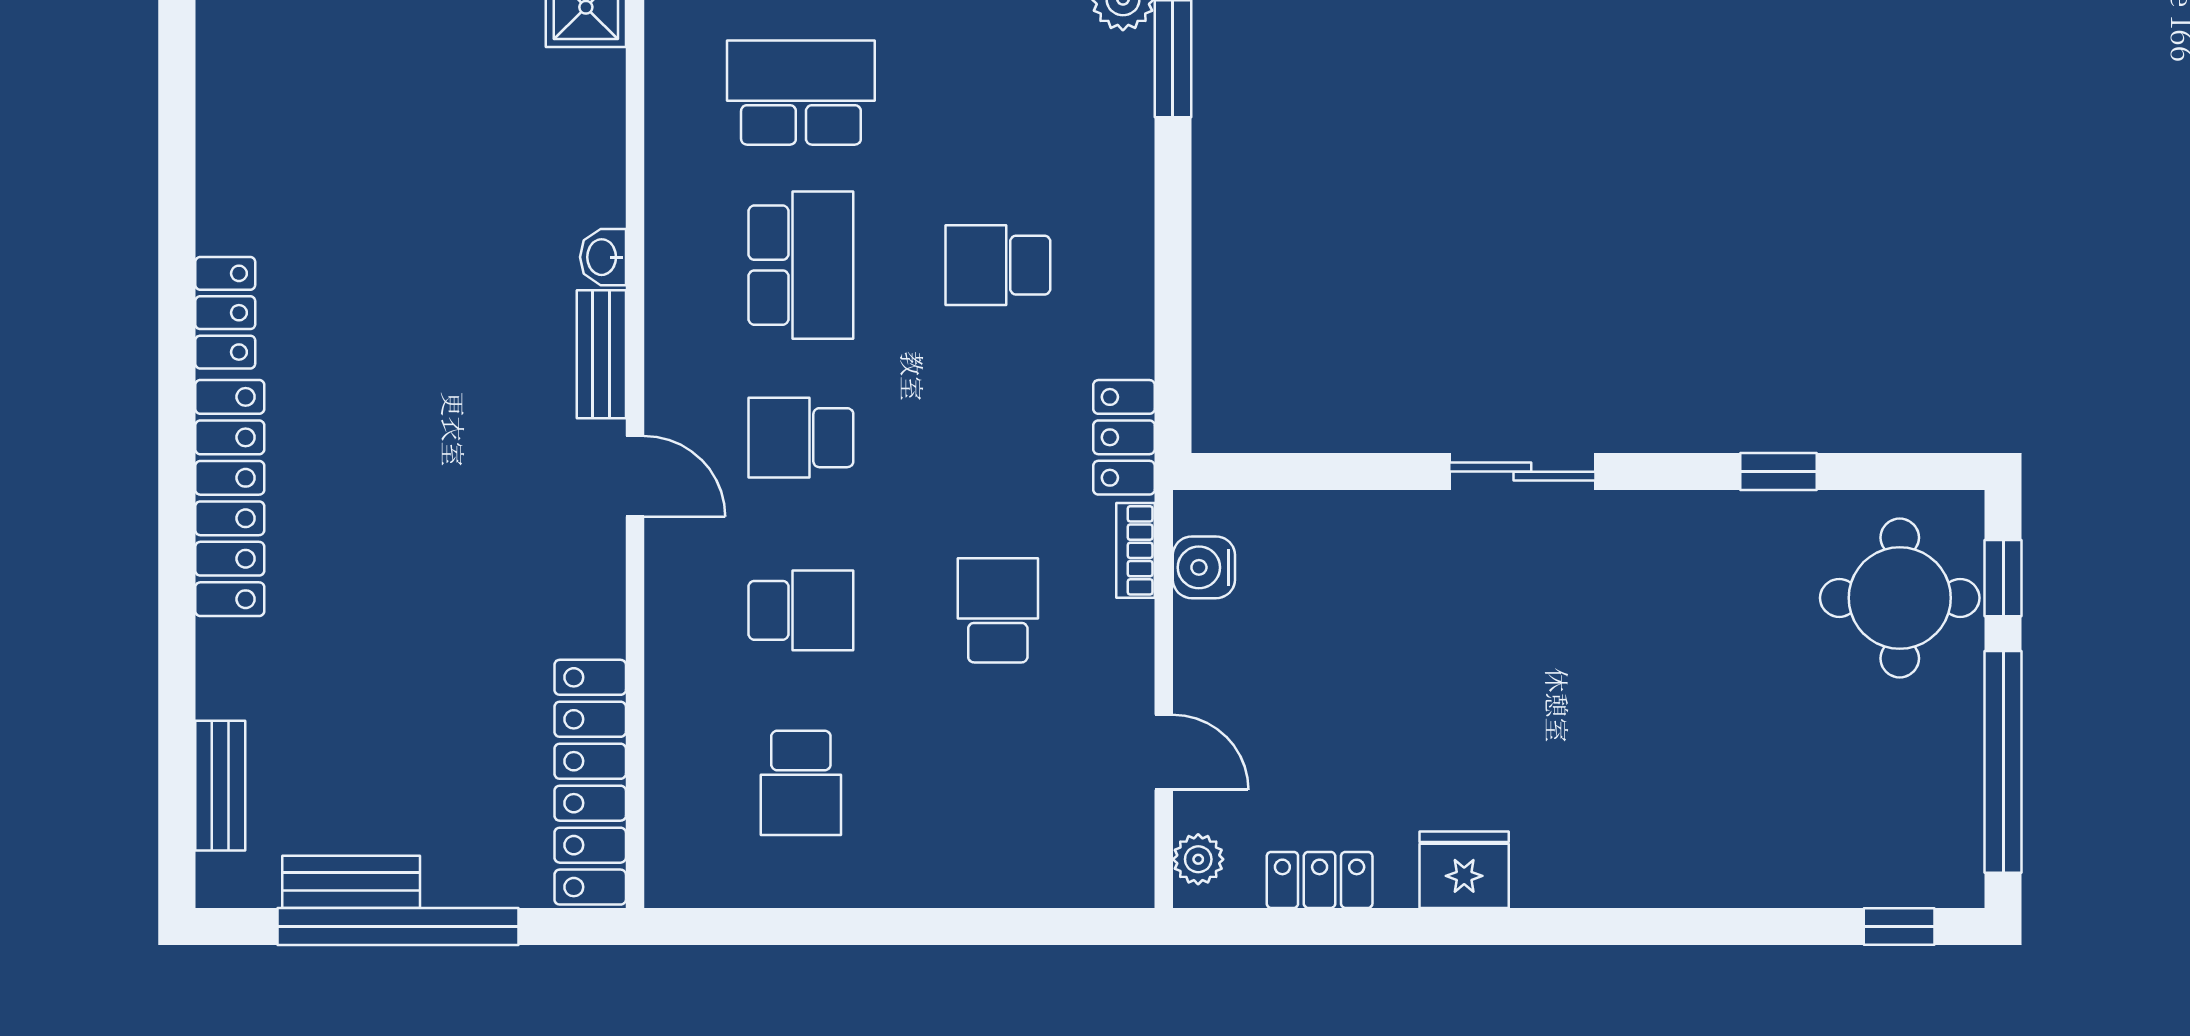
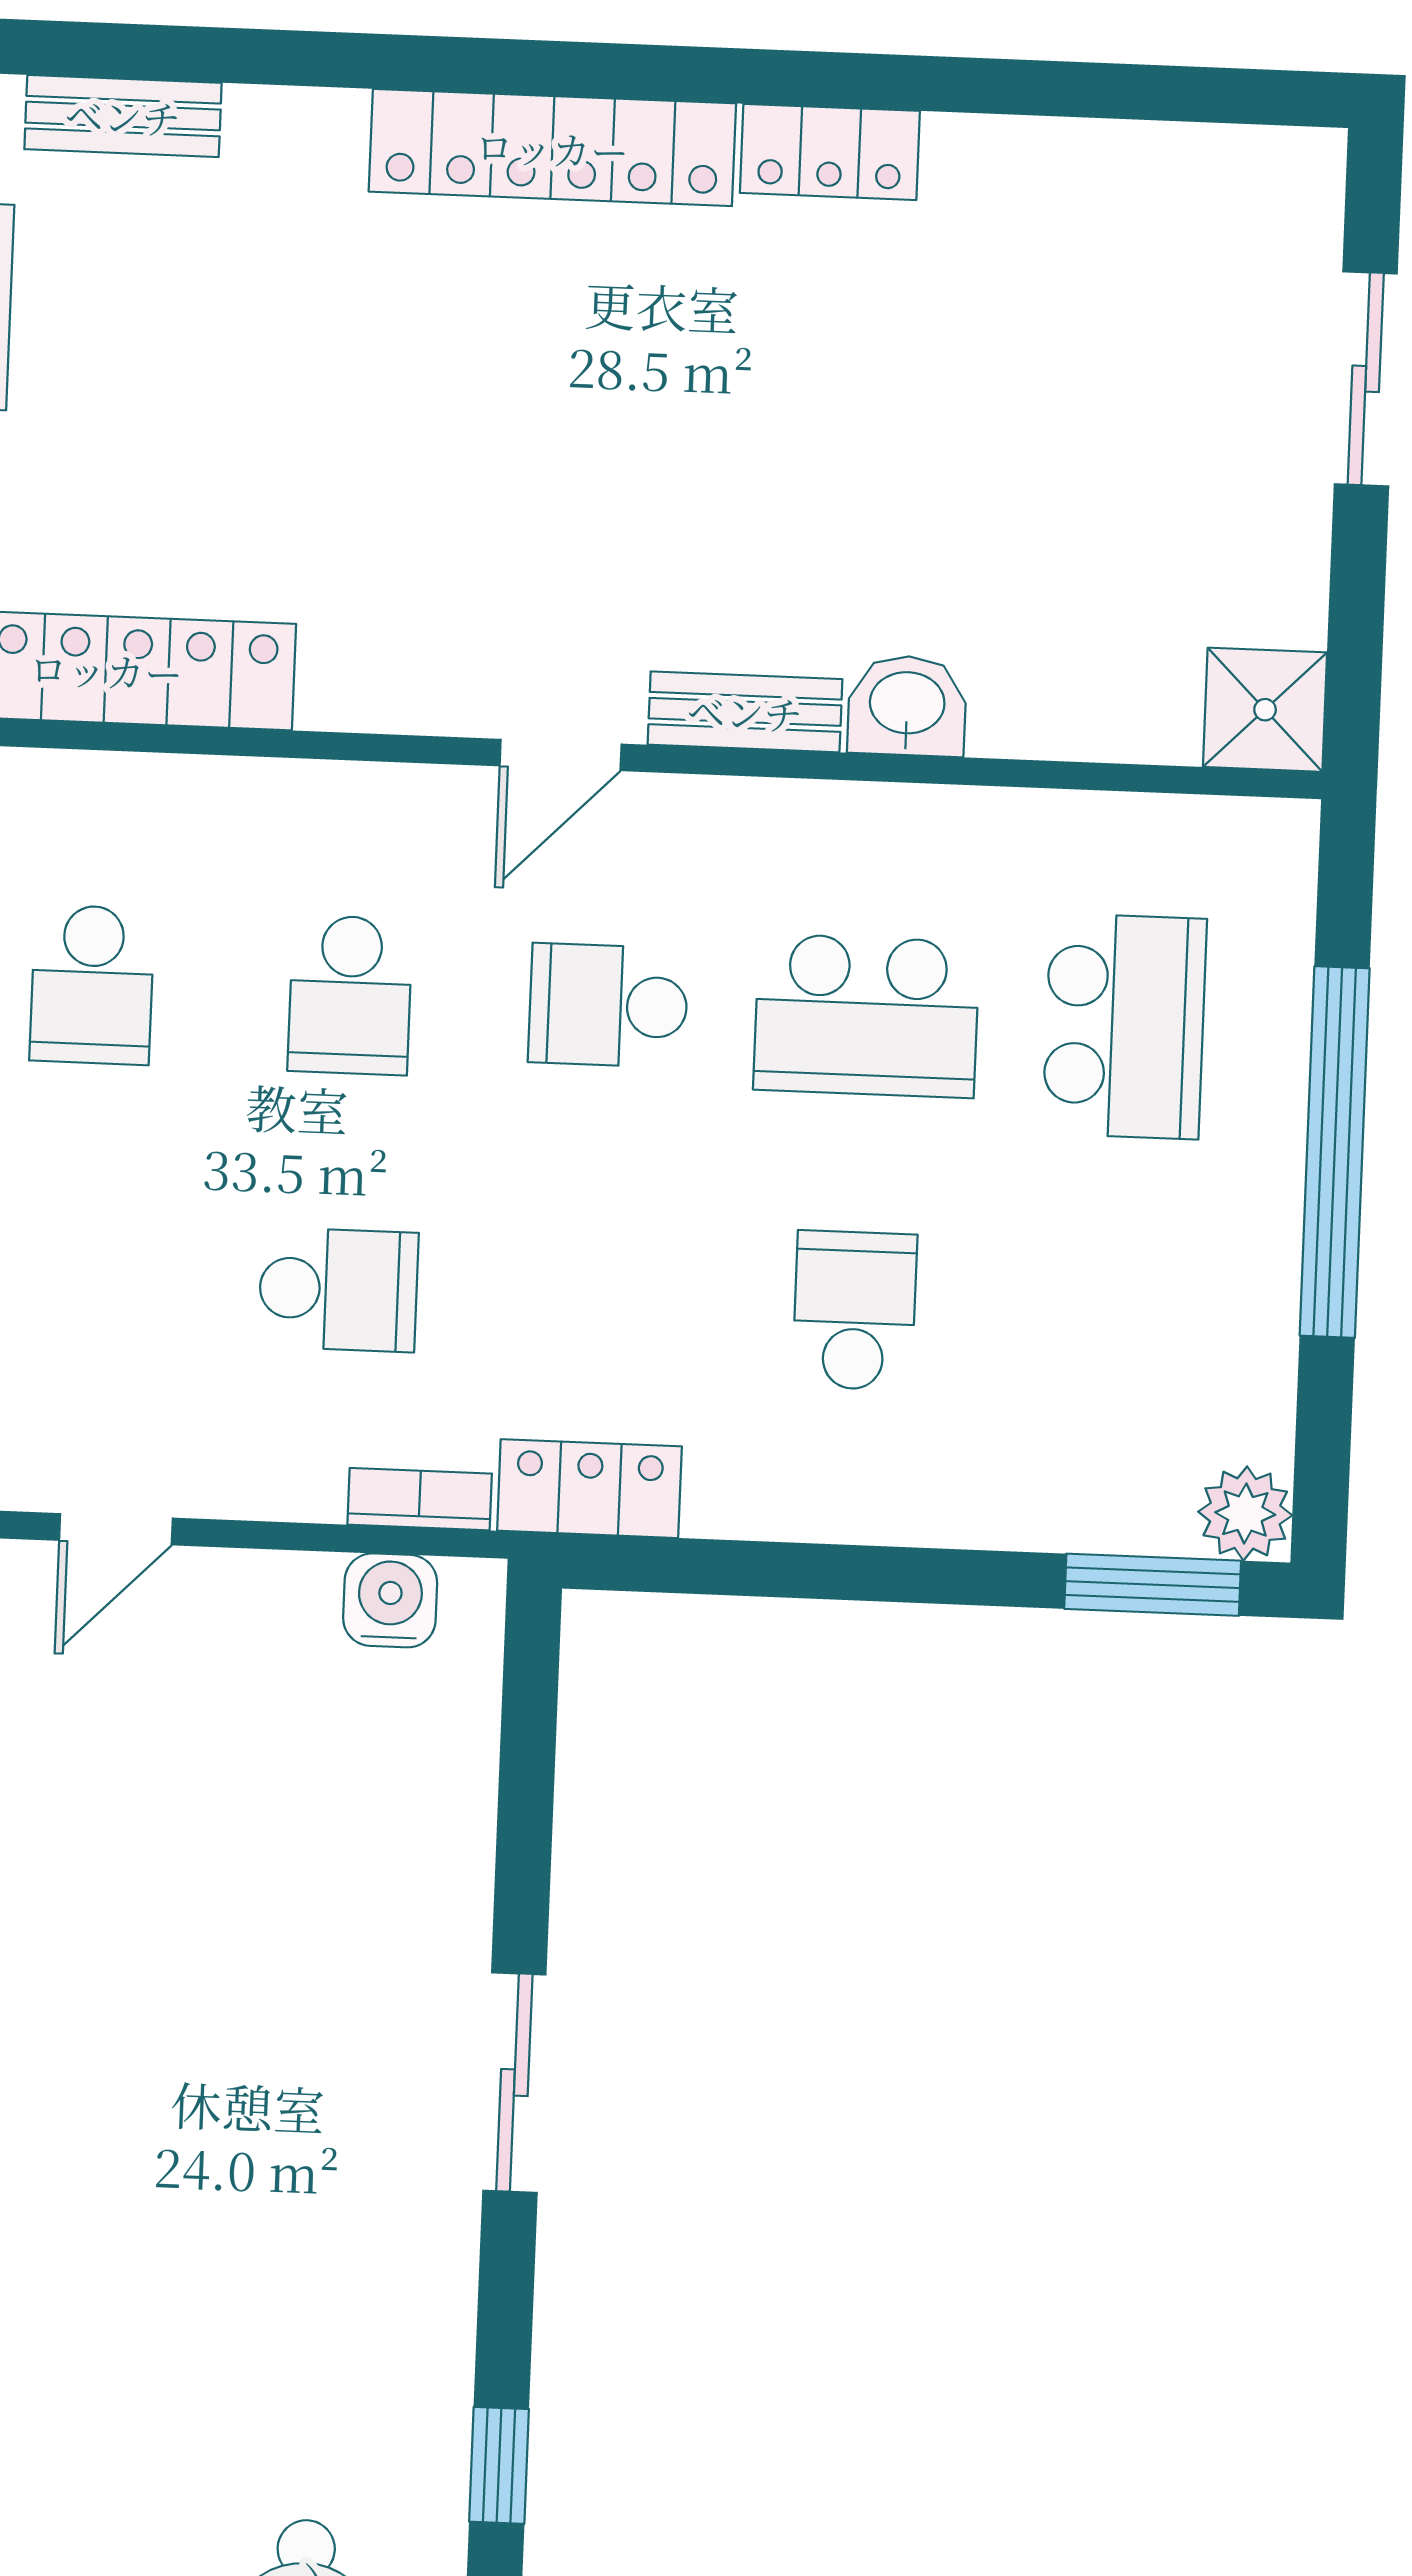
washbasin: (603, 257) -> (907, 706), width x1.38, depth x1.45
school desk: (801, 438) -> (608, 1005), turned -90
school desk: (801, 783) -> (92, 985), turned -90

